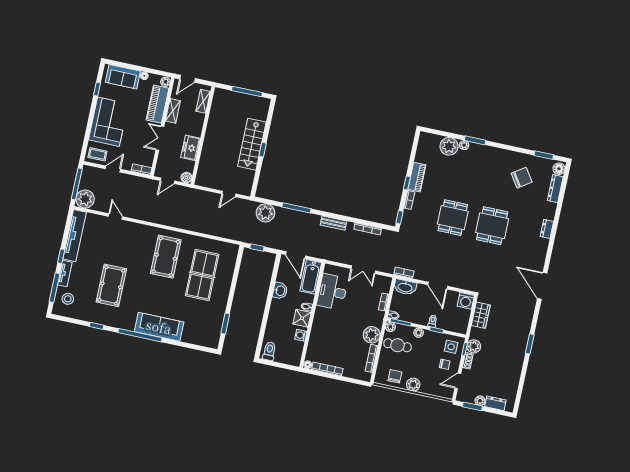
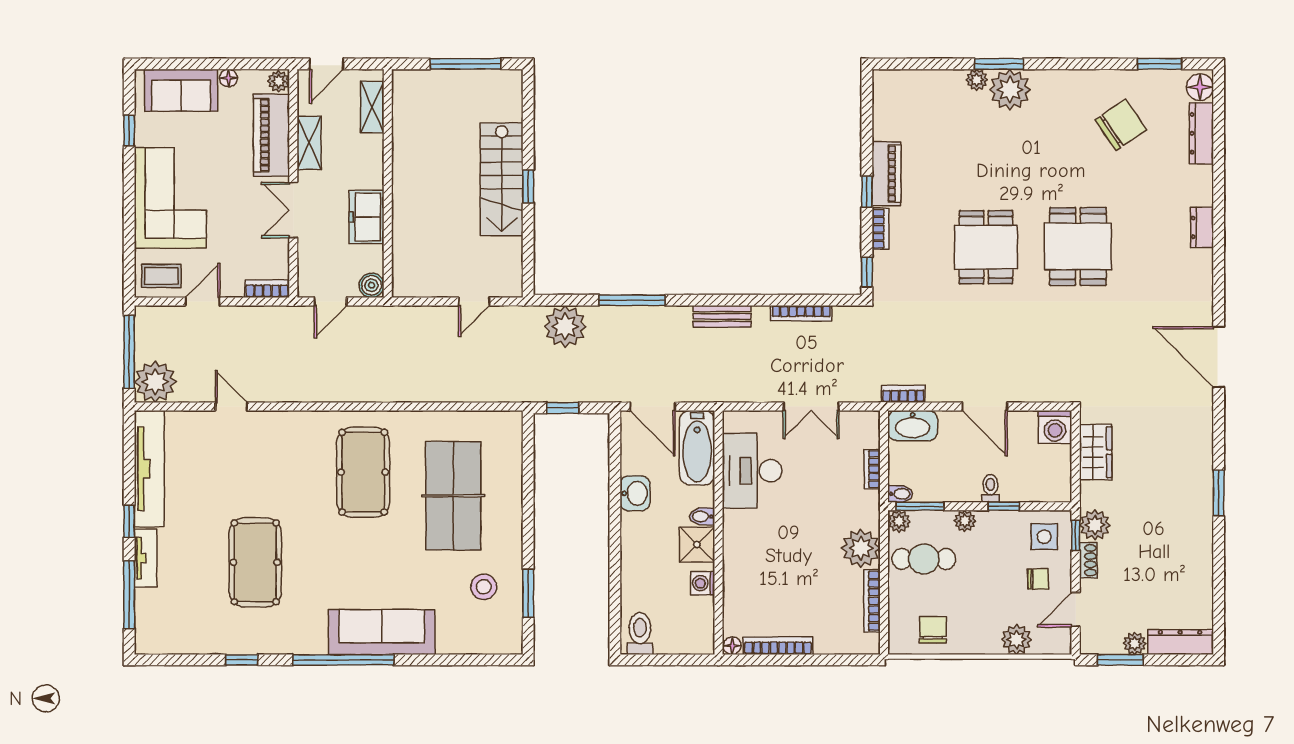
plant: (449, 146) -> (1010, 90), moved
stool: (68, 299) -> (484, 587), moved
plant: (413, 385) -> (1016, 640), moved
dresser: (495, 403) -> (1180, 642), width x1.44

